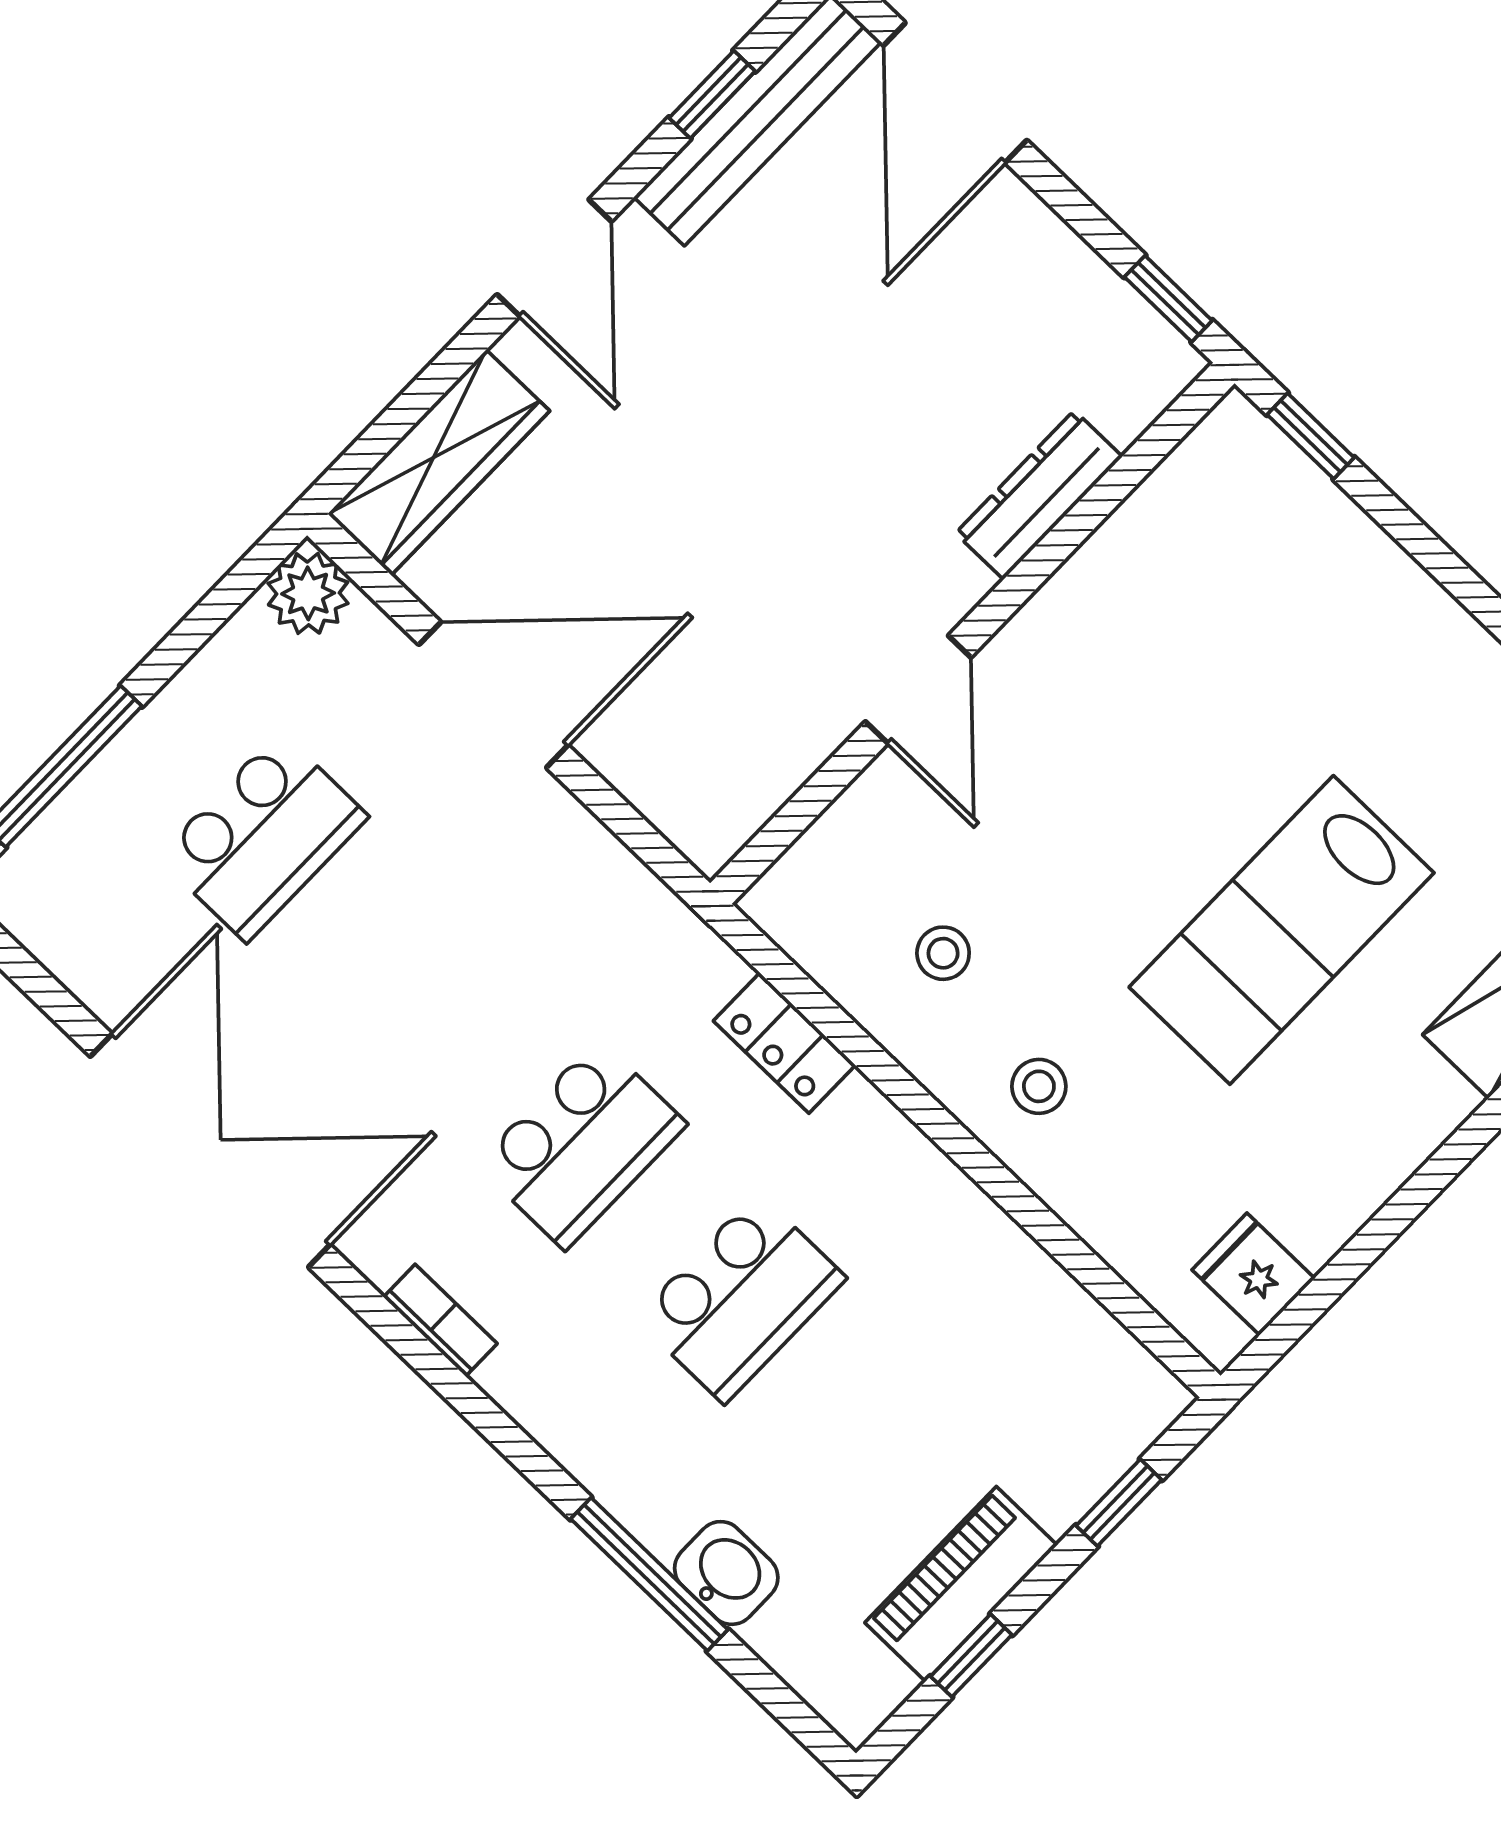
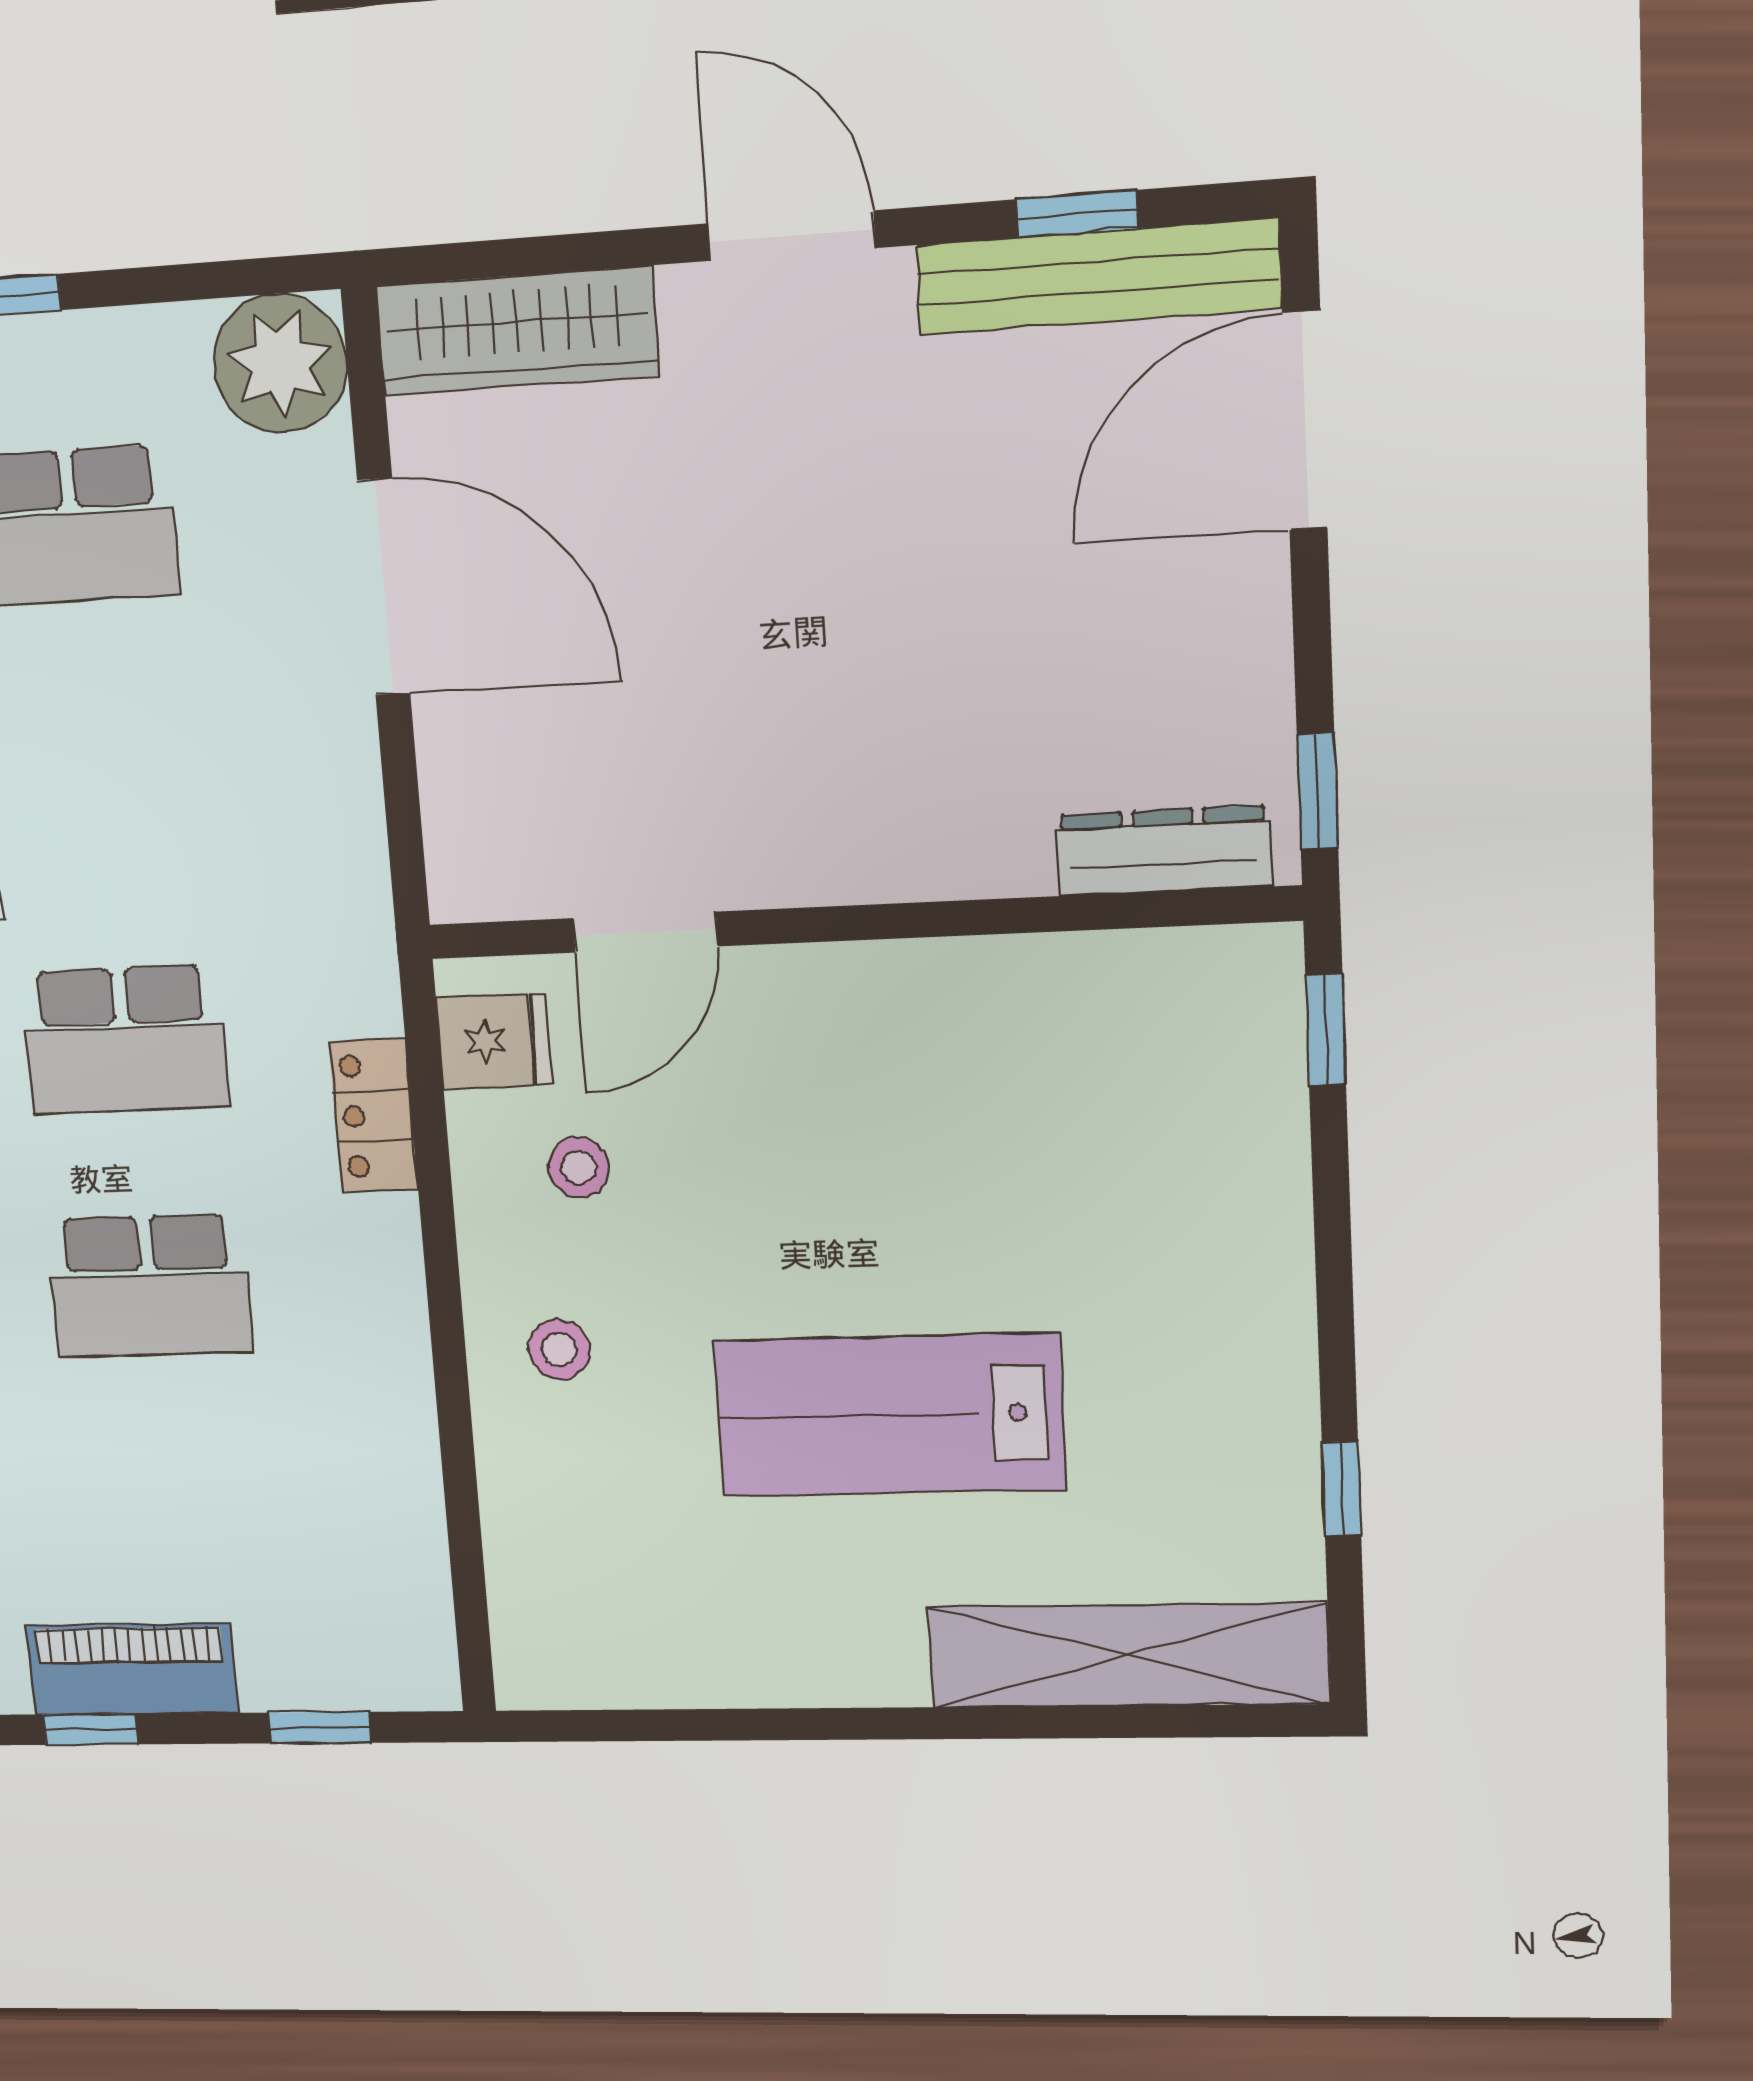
door: (554, 258) -> (791, 236), swing flipped
dresser: (1039, 495) -> (1164, 851), moved
plant: (308, 593) -> (280, 363), width x1.36, depth x1.36
door: (918, 689) -> (645, 932), moved
fridge: (1253, 1274) -> (494, 1041), moved, turned 90

